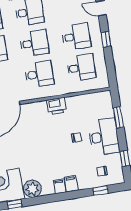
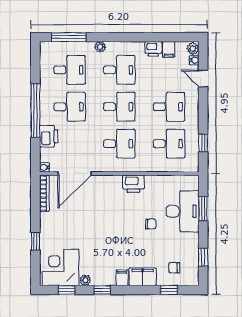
window: (106, 39) -> (203, 143), moved
desk: (104, 137) -> (183, 211), moved
filing cabinet: (71, 184) -> (143, 277), width x2.00
plant: (32, 189) -> (85, 280), width x0.53, depth x0.53
window: (44, 199) -> (102, 290), added

